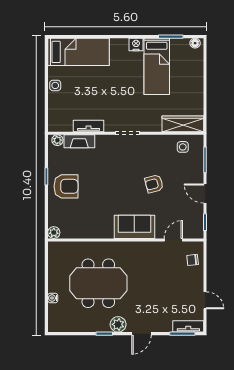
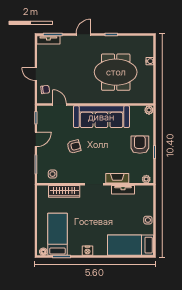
bed: (157, 66) -> (57, 234), moved
wardrobe: (183, 124) -> (64, 191), moved
fireplace: (79, 141) -> (117, 178), moved
armchair: (66, 186) -> (140, 145), turned 90
door: (205, 193) -> (36, 139), hinge flipped
sofa: (134, 227) -> (101, 117), width x1.85, depth x1.27
door: (173, 240) -> (60, 105), swing flipped
door: (205, 300) -> (36, 74), moved
plant: (118, 324) -> (101, 41), removed

